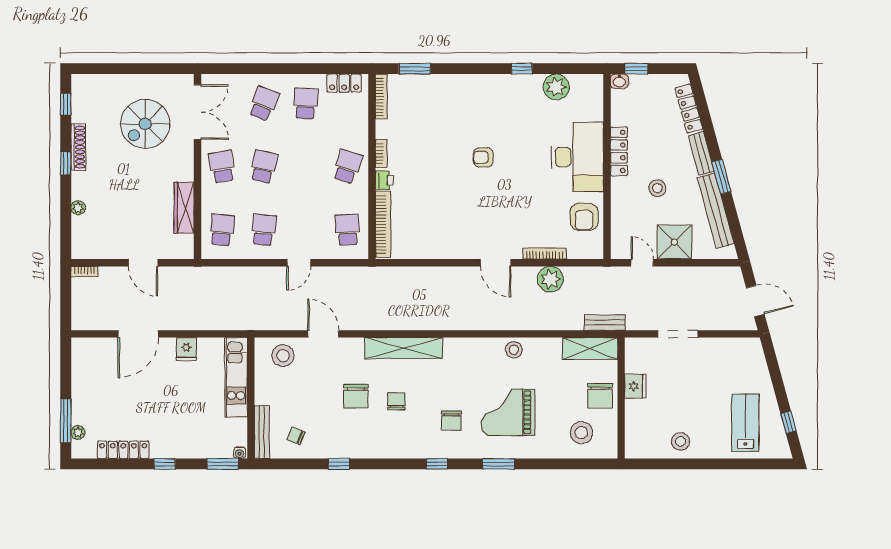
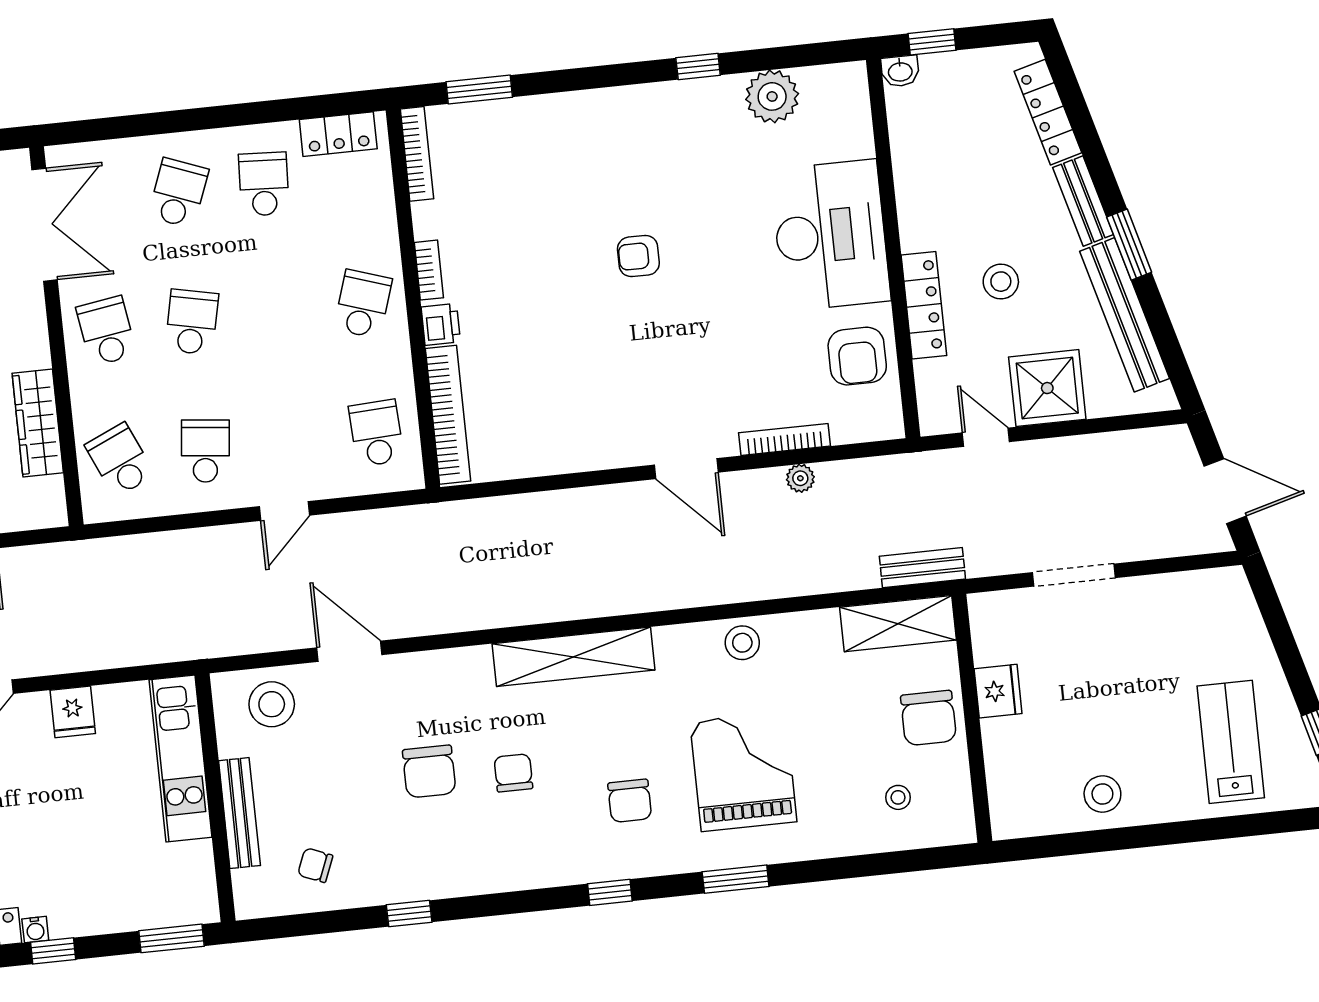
locker: (619, 151) -> (924, 305), moved
school desk: (222, 230) -> (120, 460), turned -30
plant: (550, 279) -> (800, 478), width x0.53, depth x0.53
shelving: (404, 348) -> (574, 657), moved
grand piano: (508, 412) -> (743, 772), turned 90
bench: (262, 432) -> (239, 813), moved
stool: (581, 433) -> (898, 797), width x0.53, depth x0.53
water cooler: (240, 453) -> (35, 930), moved

